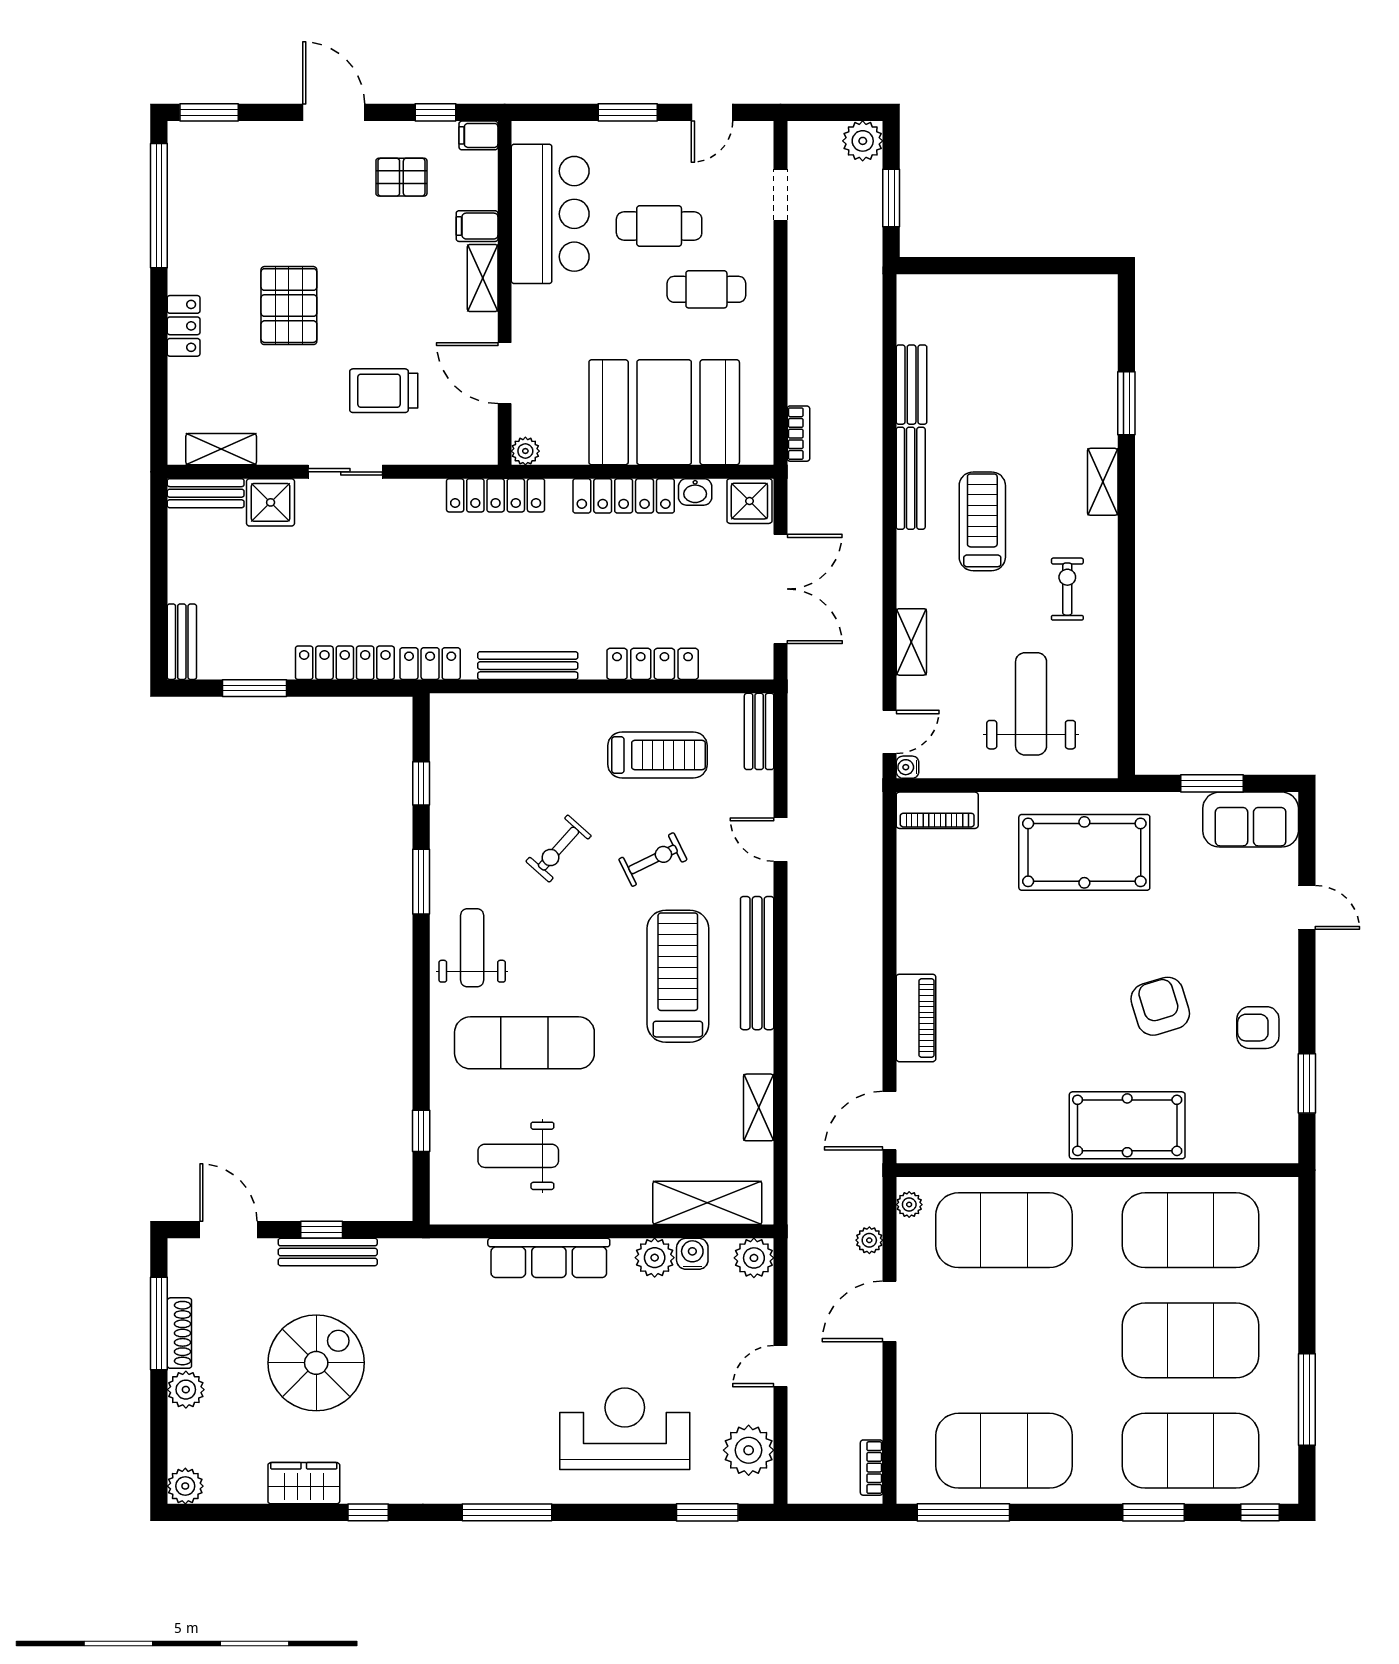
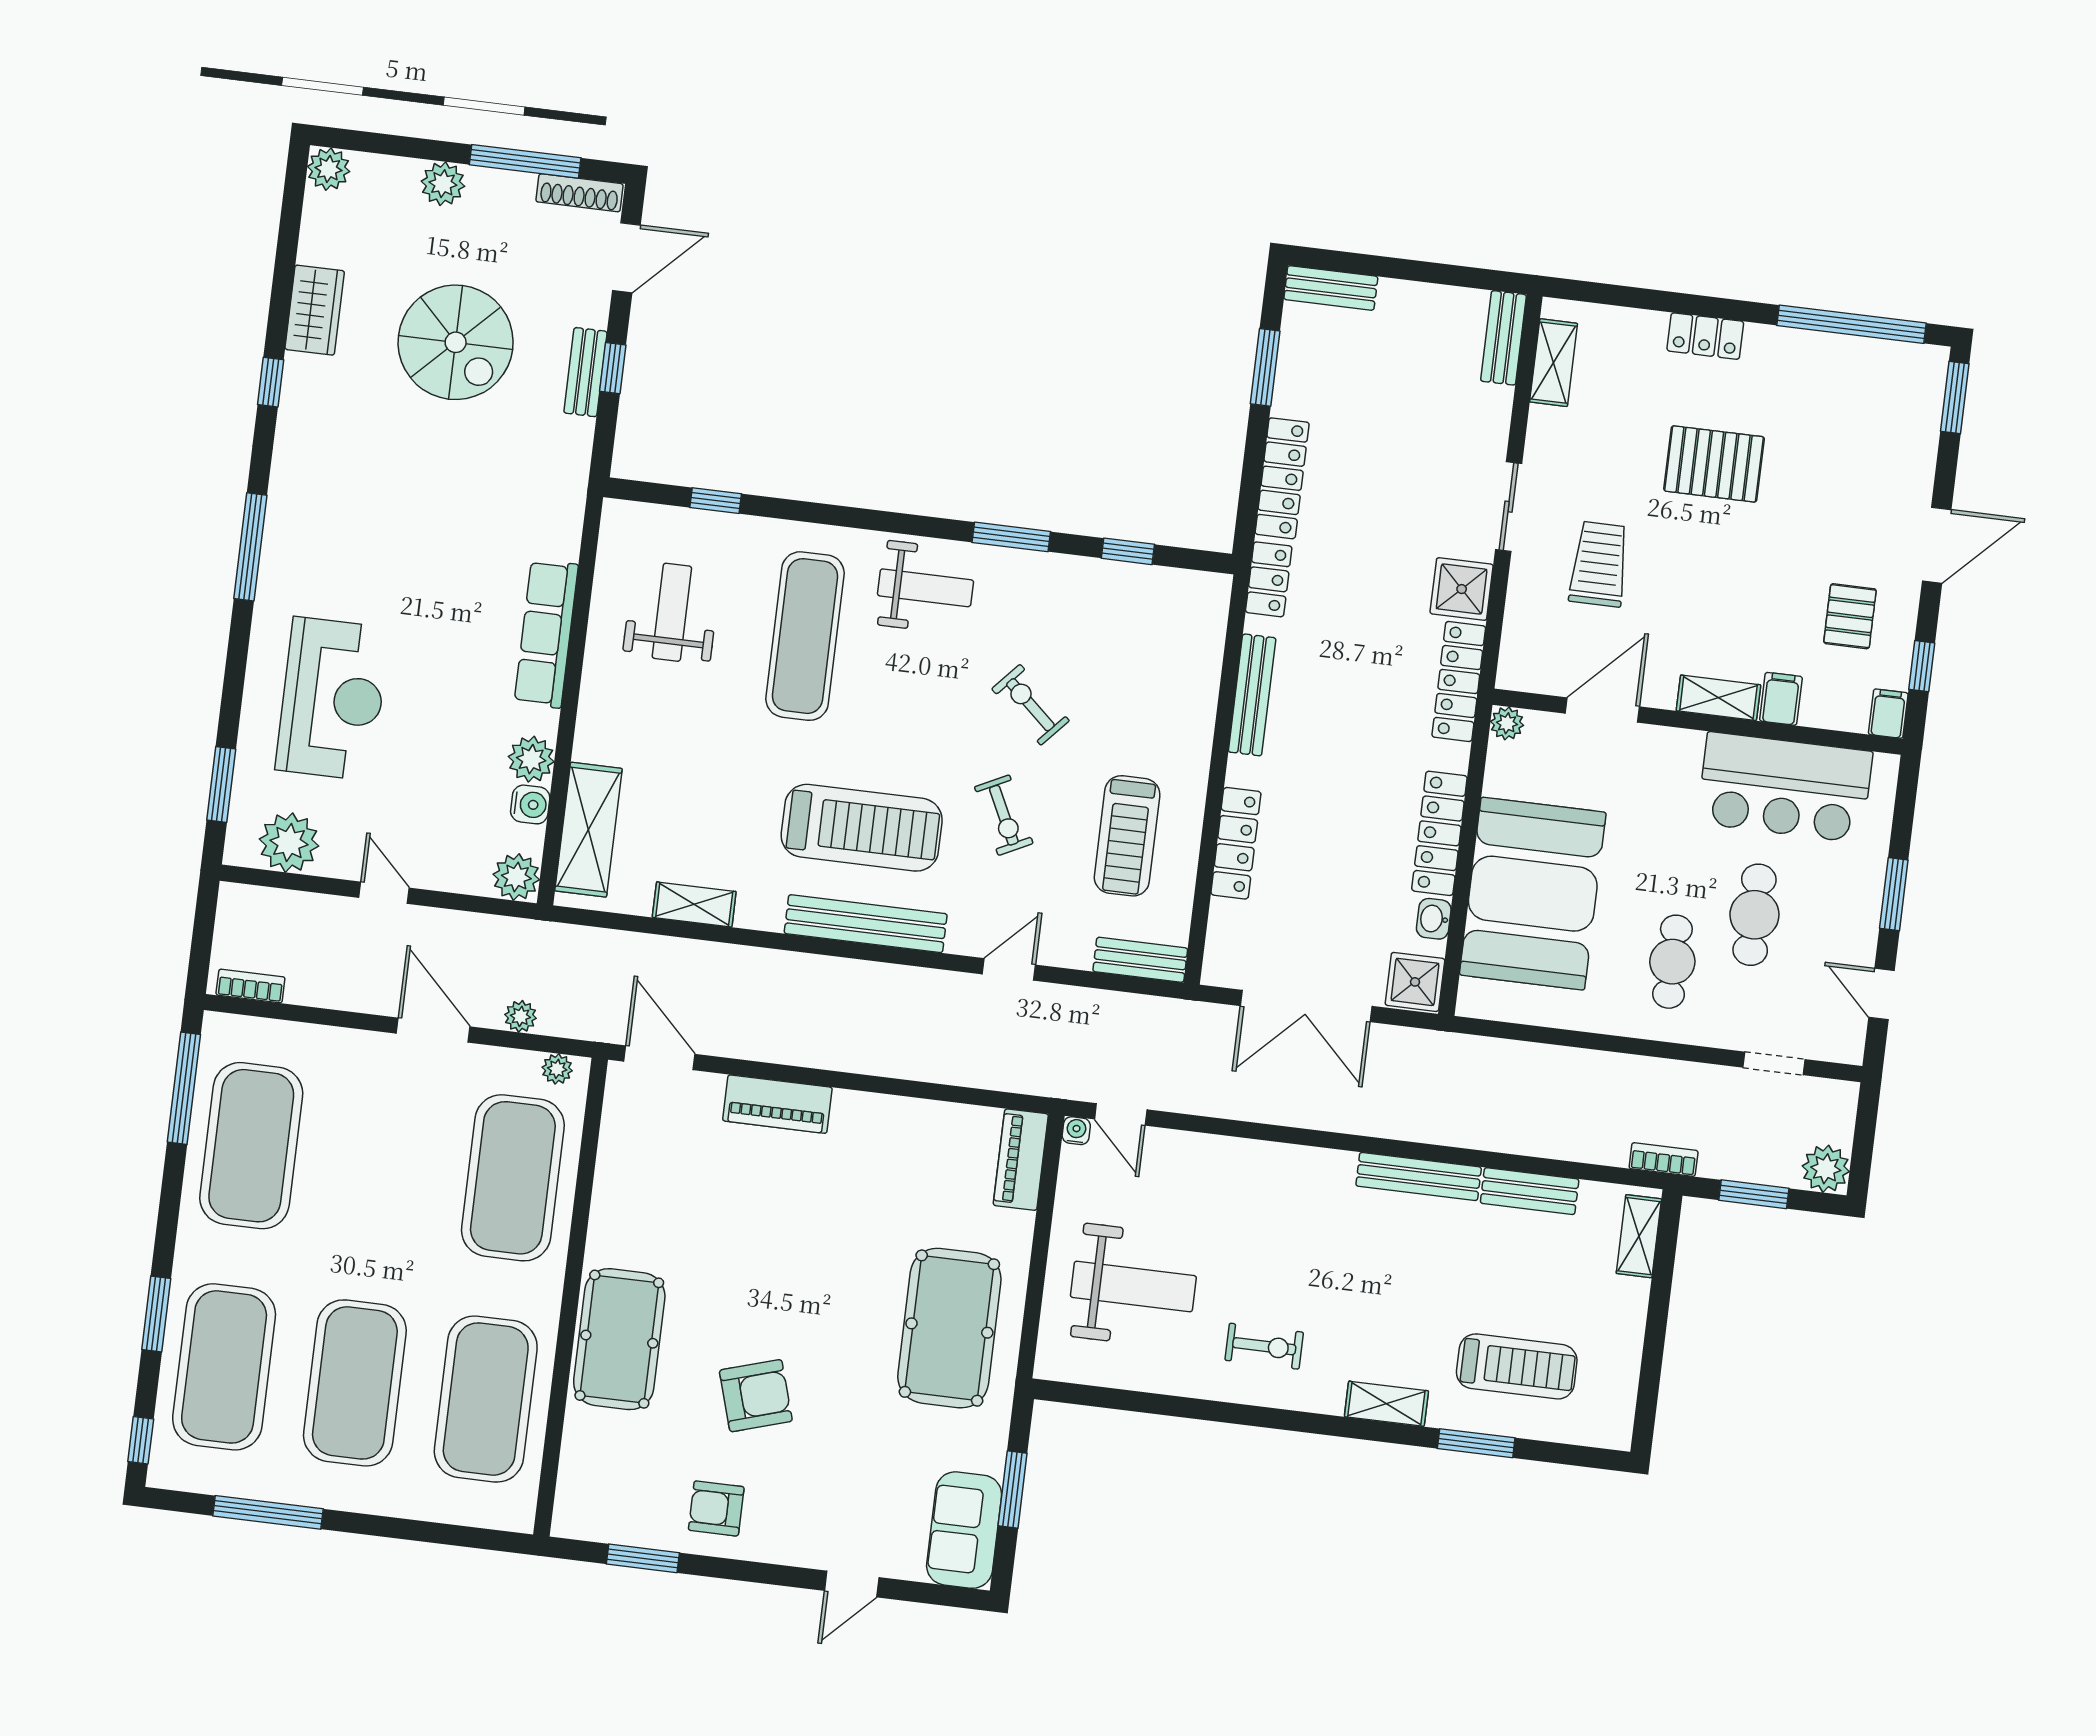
bookcase: (798, 434) -> (1664, 1160), moved, turned 180
shower: (271, 502) -> (1462, 589), moved
treadmill: (982, 521) -> (1517, 1366), moved
shelving: (911, 642) -> (1639, 1236), moved, turned 90
armchair: (1258, 1028) -> (716, 1508), turned -90
bench: (328, 1252) -> (585, 372), width x0.73
shoe rack: (179, 1333) -> (580, 193), moved

